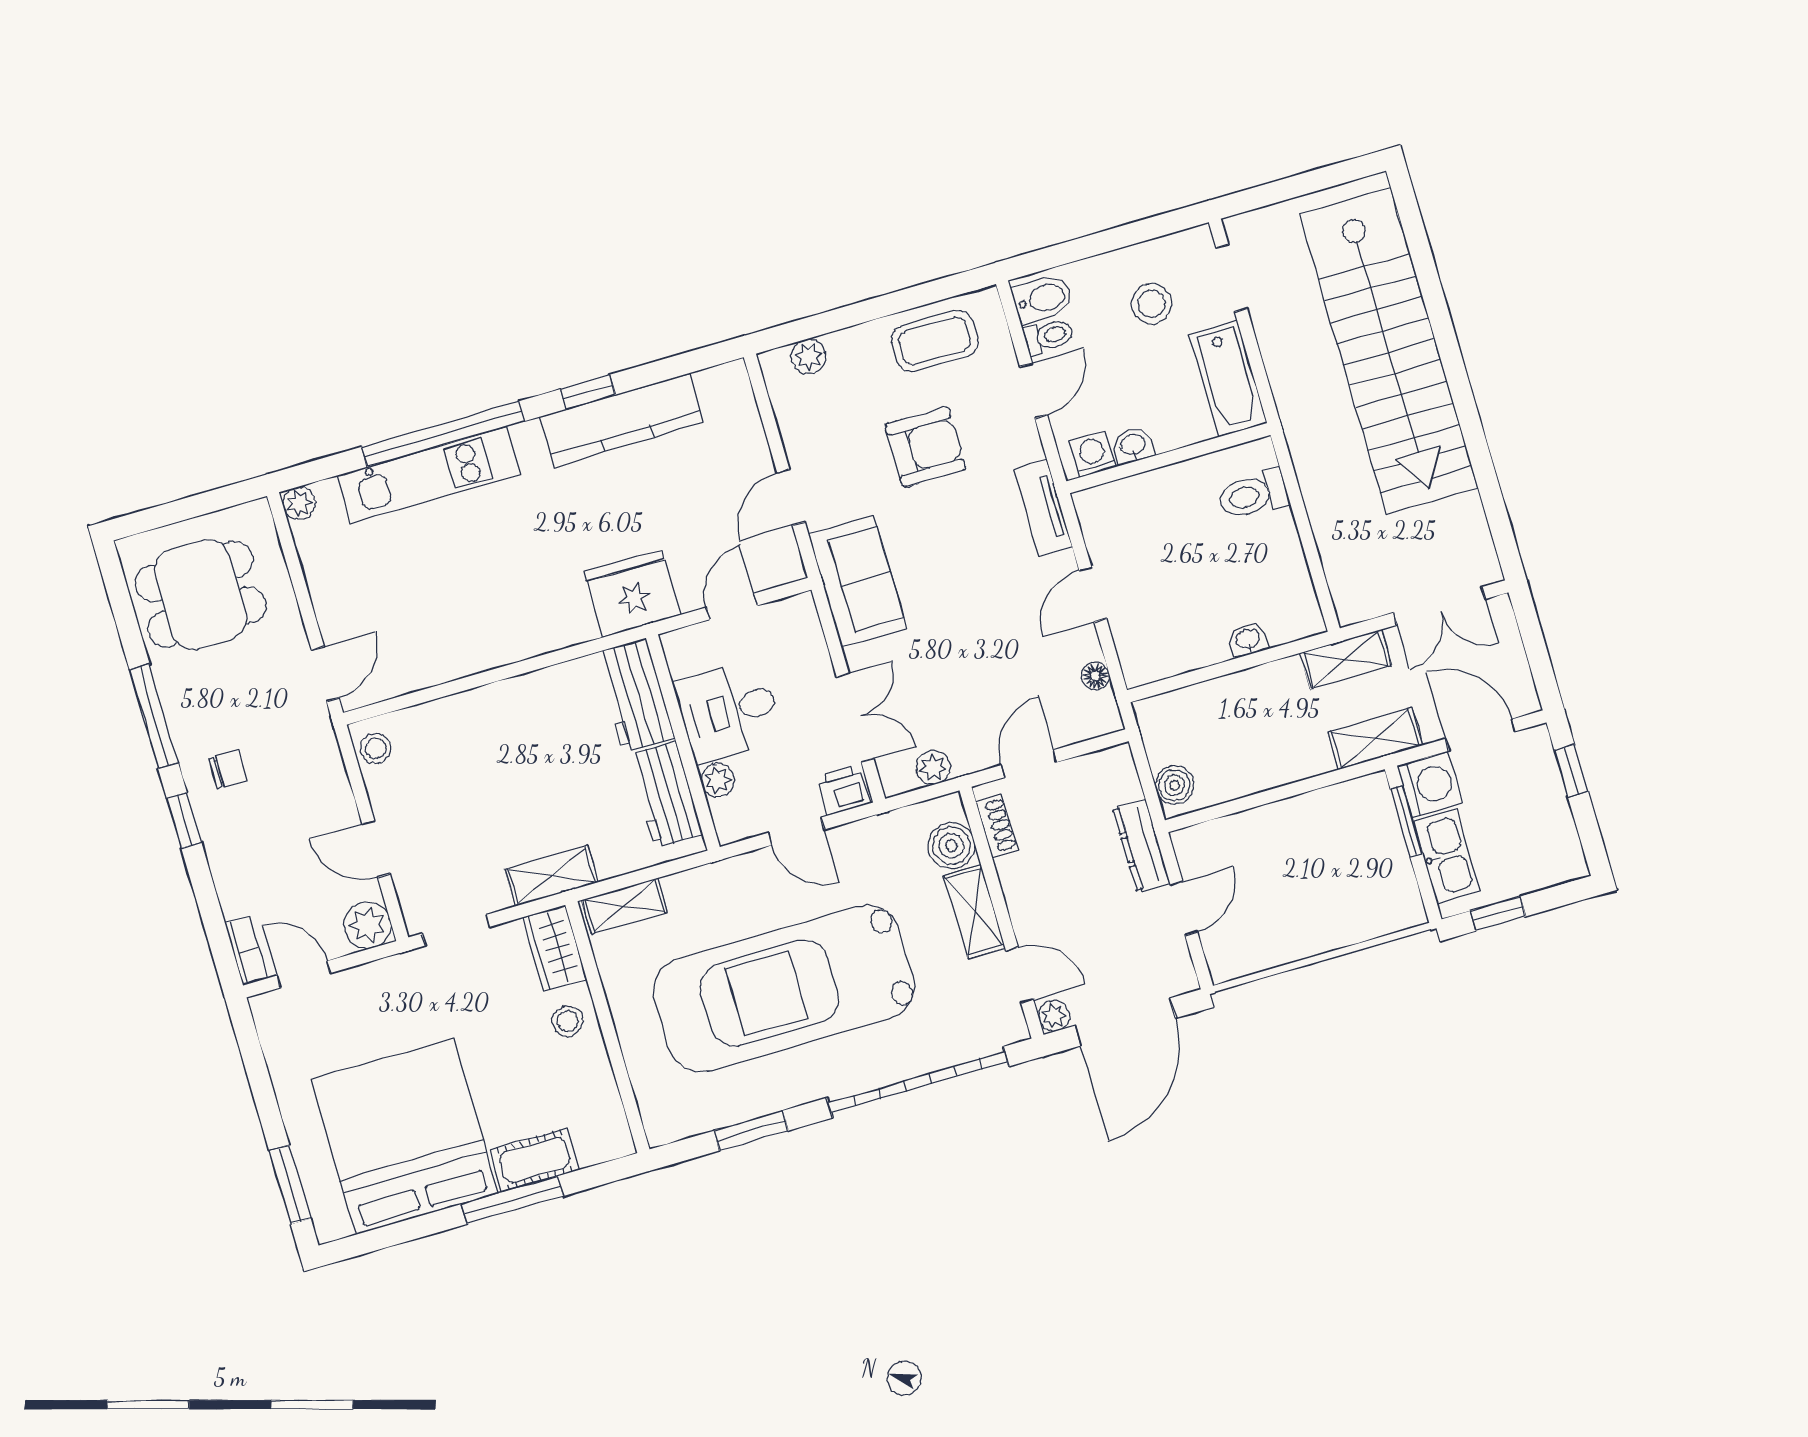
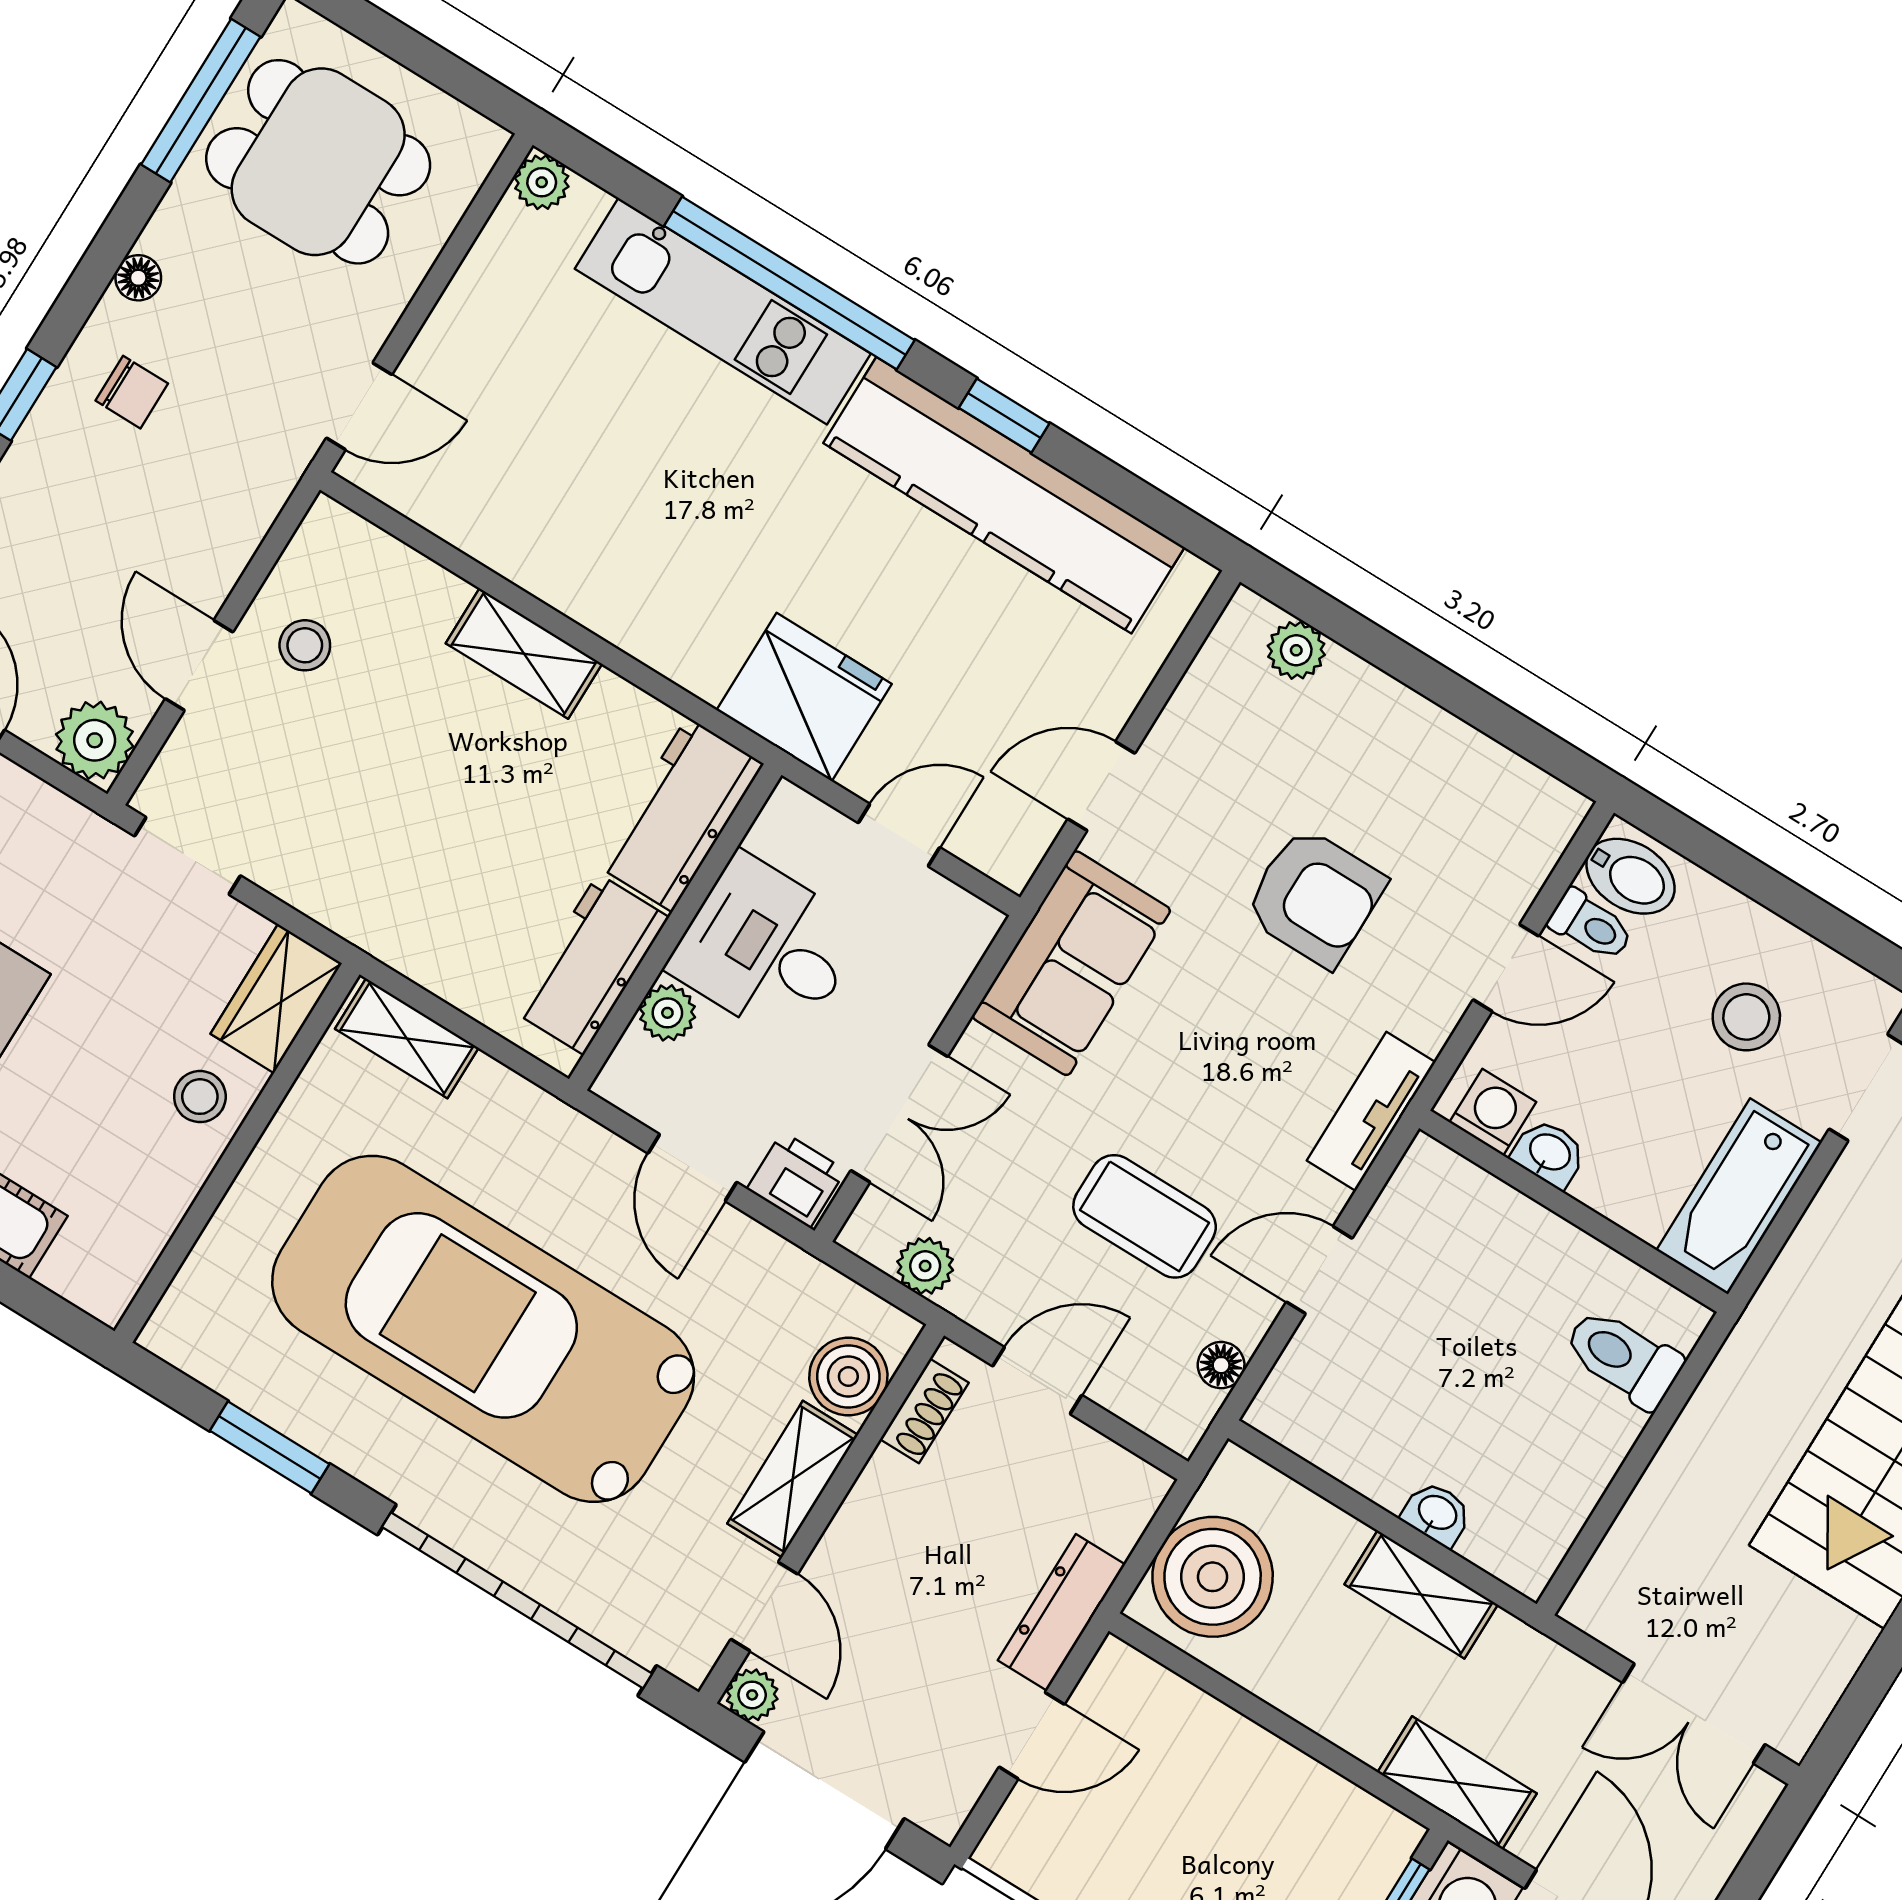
coffee table: (935, 341) -> (1145, 1216), moved
kitchen counter: (622, 420) -> (1004, 495), width x1.39, depth x1.17
shelving: (1346, 659) -> (1421, 1595), moved
window: (154, 716) -> (201, 101), moved
floor lamp: (180, 720) -> (138, 278), added
stool: (375, 749) -> (305, 645), moved
boiler: (1175, 785) -> (1213, 1577), width x1.86, depth x1.86
shelving: (551, 876) -> (524, 654), moved

